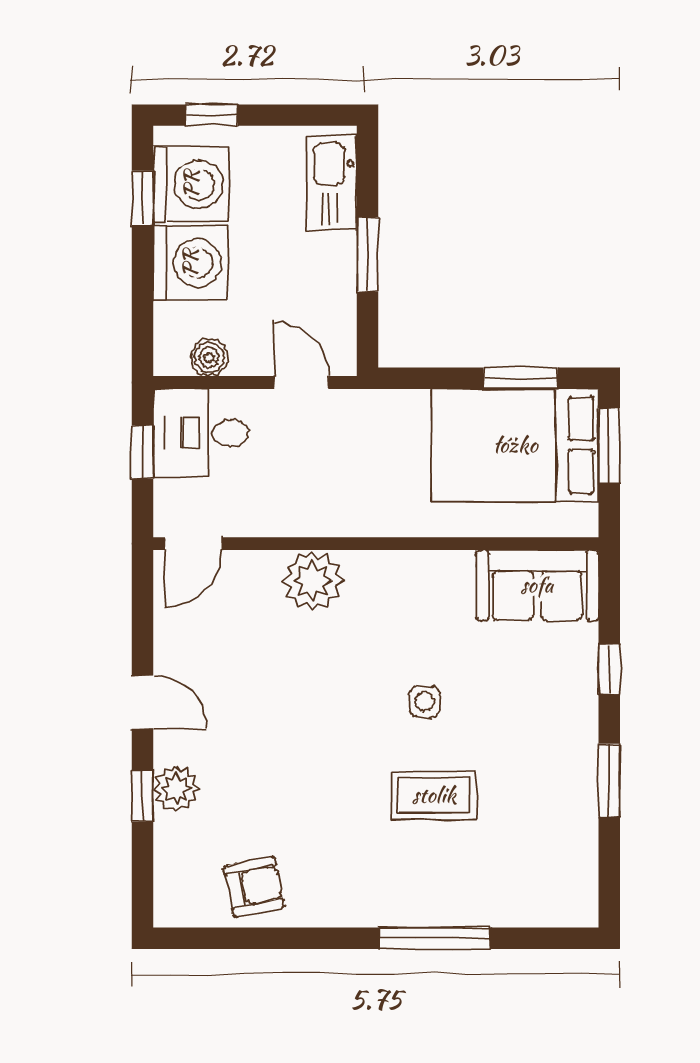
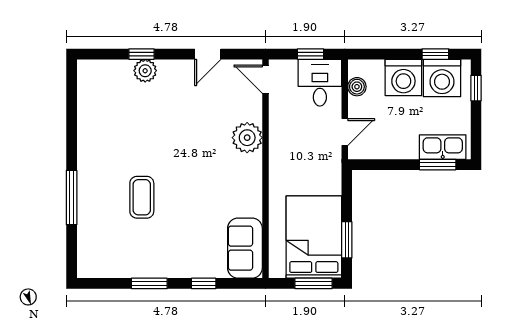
window: (367, 254) -> (438, 165), moved
door: (143, 702) -> (208, 54), moved
side table: (425, 702) -> (188, 193), removed
armchair: (254, 887) -> (97, 109), removed

